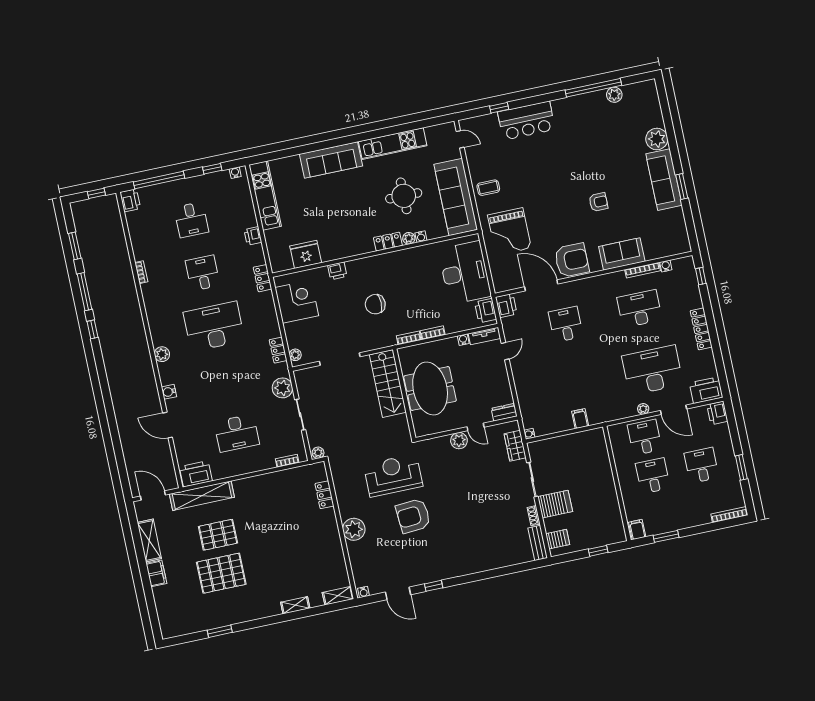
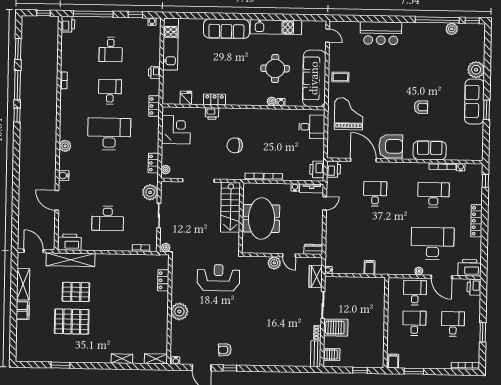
window: (499, 108) -> (472, 21), moved
grand piano: (509, 231) -> (349, 114), turned 180
locker: (388, 242) -> (214, 100), moved
fridge: (306, 254) -> (186, 98), width x0.53, depth x0.75
desk: (465, 273) -> (312, 127), width x0.53, depth x0.77
armchair: (413, 516) -> (225, 350), moved, width x0.53, depth x0.53

